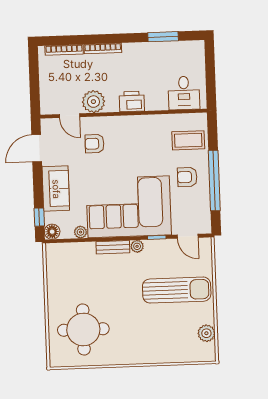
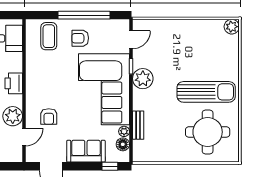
armchair: (187, 177) -> (80, 38), turned 90
floor lamp: (52, 232) -> (123, 144), moved
plant: (137, 246) -> (143, 79), width x1.88, depth x1.88
bench: (113, 247) -> (138, 125), moved
sun lounger: (177, 290) -> (206, 92), moved, turned 90
plant: (206, 333) -> (232, 27), moved

